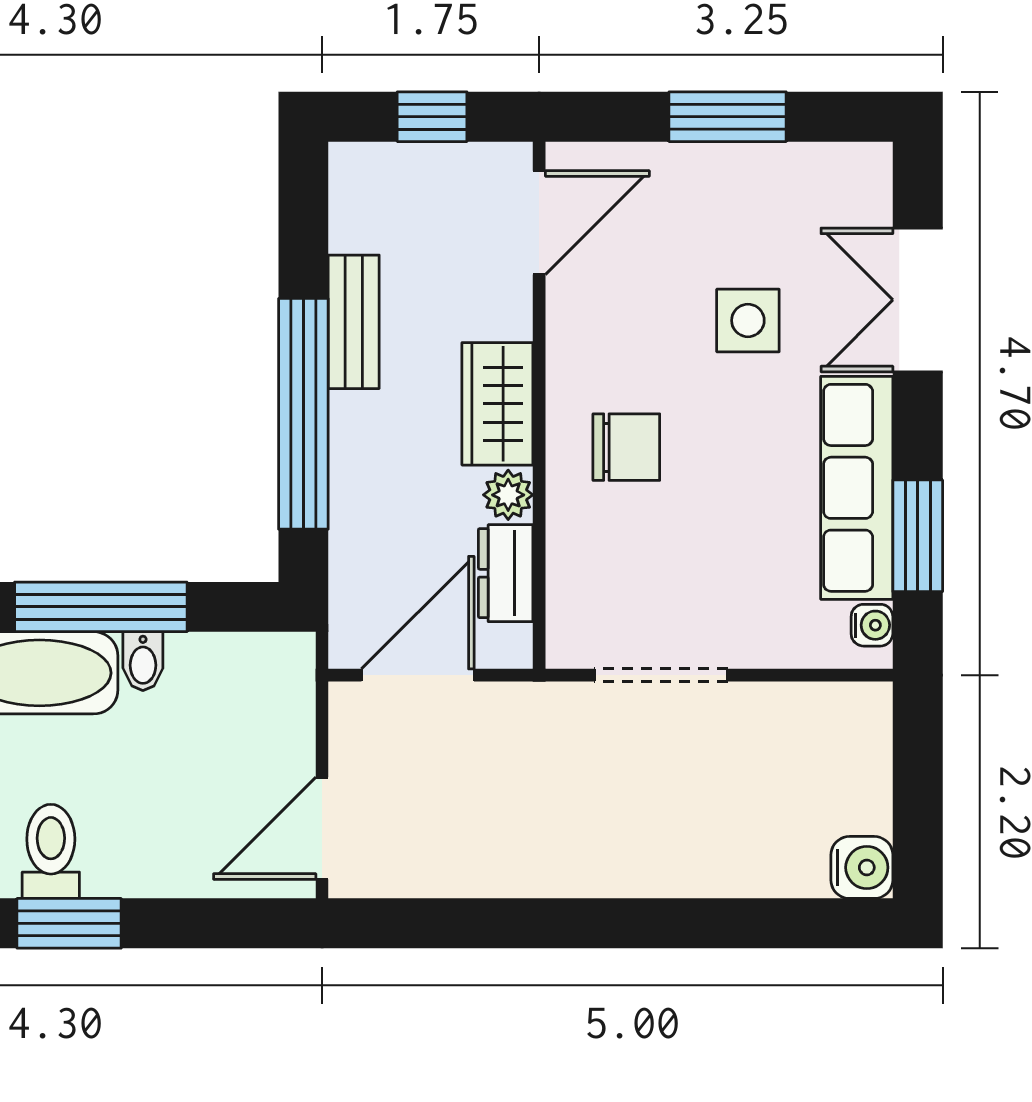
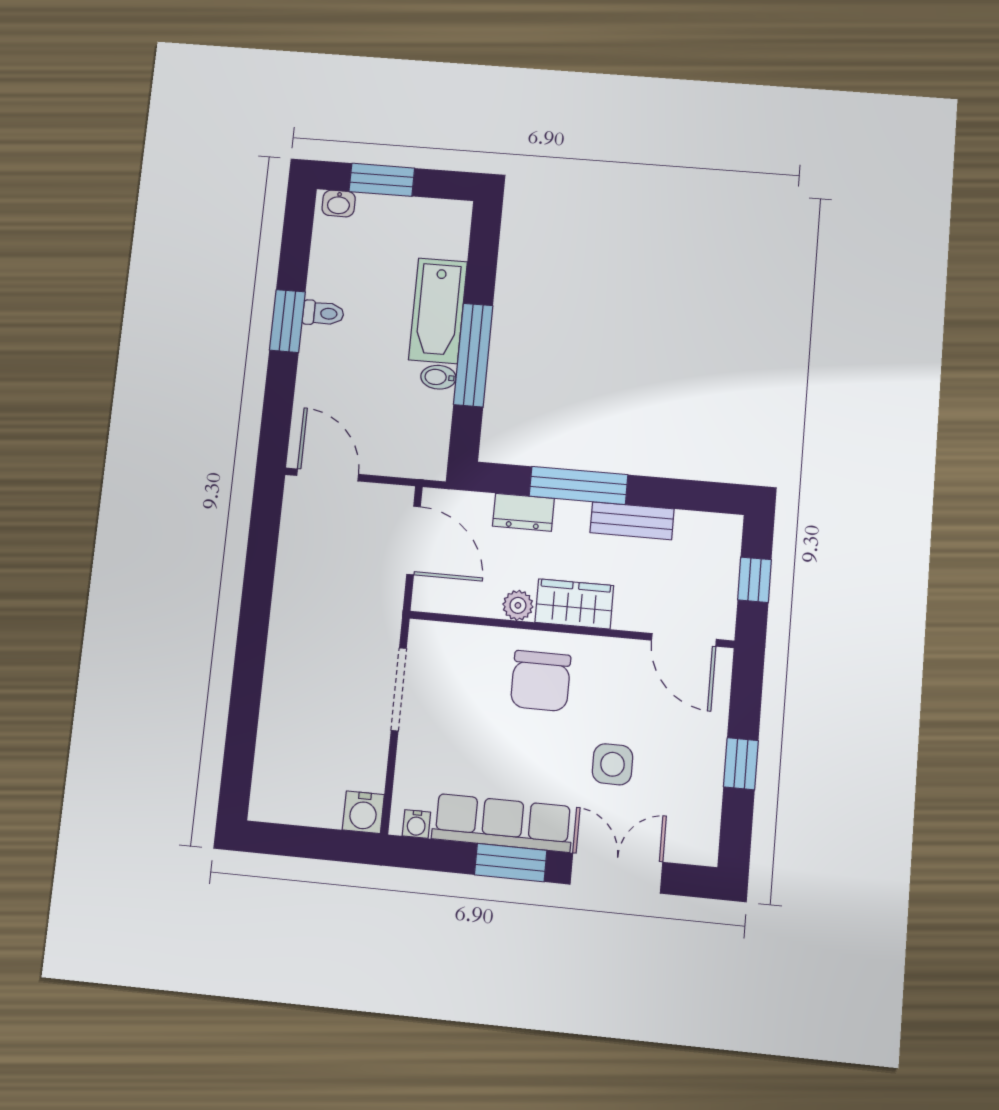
window: (728, 117) -> (741, 764), width x0.67
window: (303, 414) -> (578, 485), width x0.68
chair: (626, 447) -> (541, 681), width x1.37, depth x1.37
window: (918, 536) -> (511, 863), moved
dresser: (506, 573) -> (523, 512), moved, turned 180
toilet: (51, 851) -> (323, 313), width x0.73, depth x0.72
water cooler: (862, 867) -> (363, 812), moved

